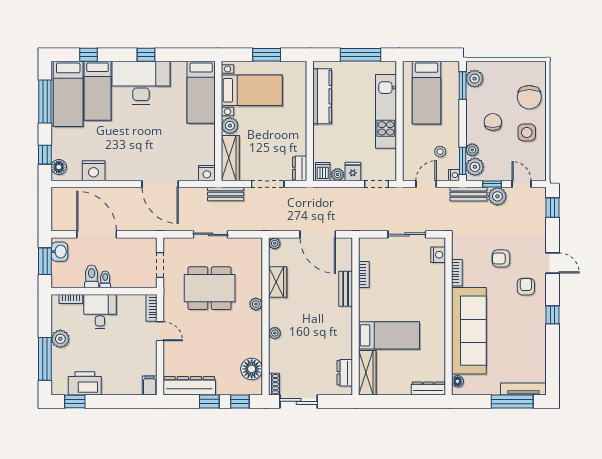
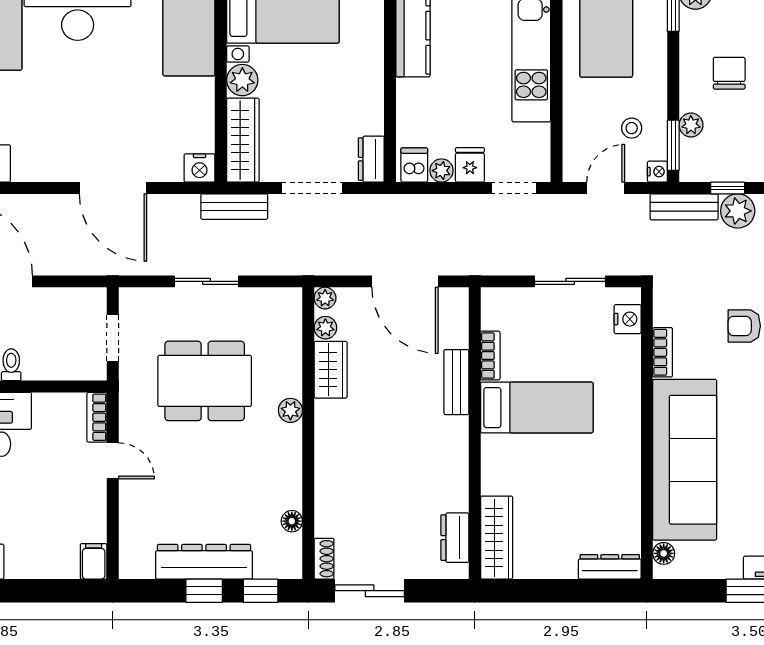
plant: (475, 167) -> (696, 156), removed
plant: (275, 333) -> (325, 328), moved
bed: (389, 335) -> (537, 408), moved
floor lamp: (252, 369) -> (292, 521), width x0.53, depth x0.53
dresser: (189, 386) -> (204, 562), moved

